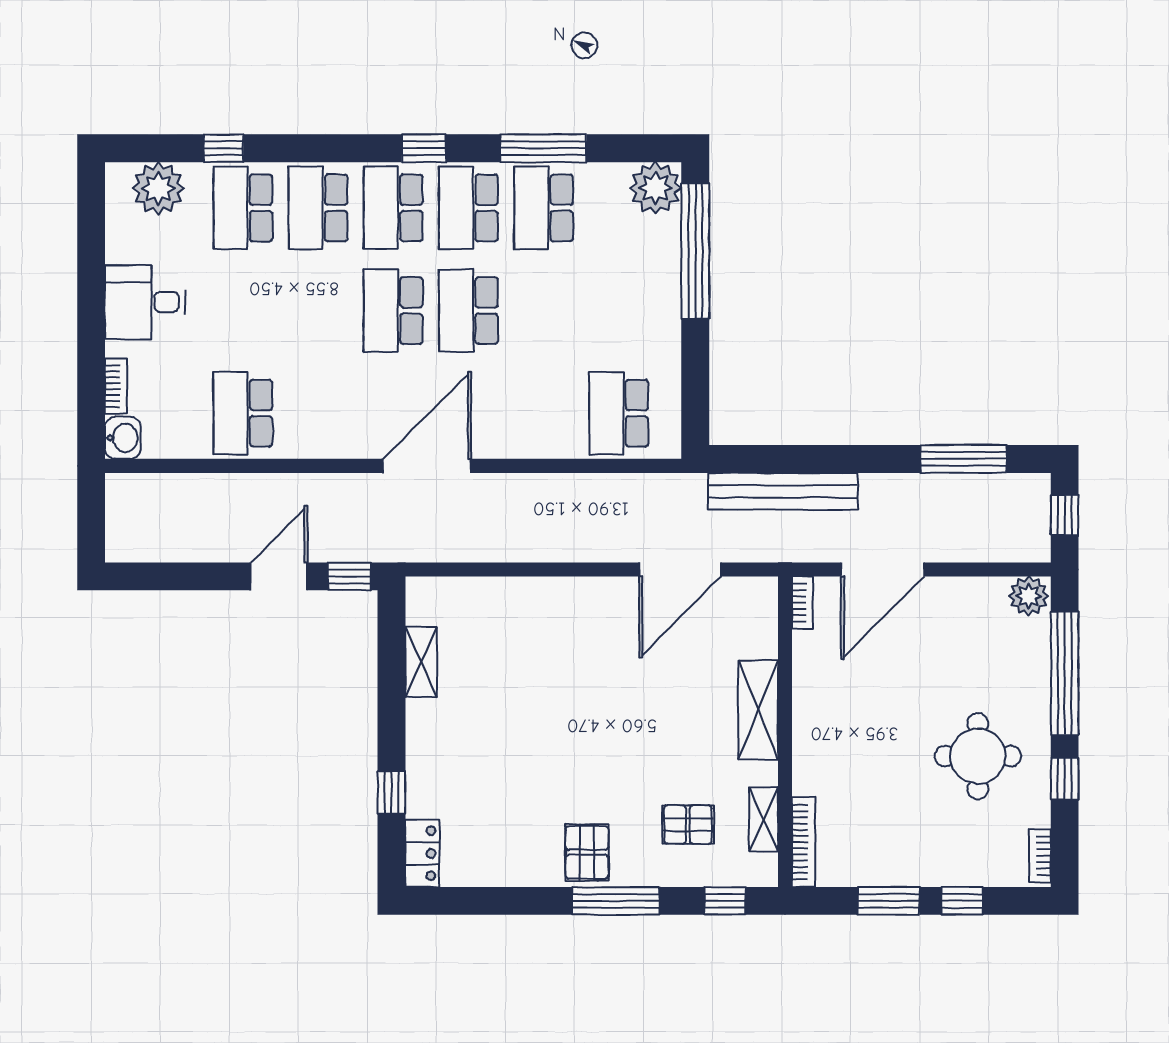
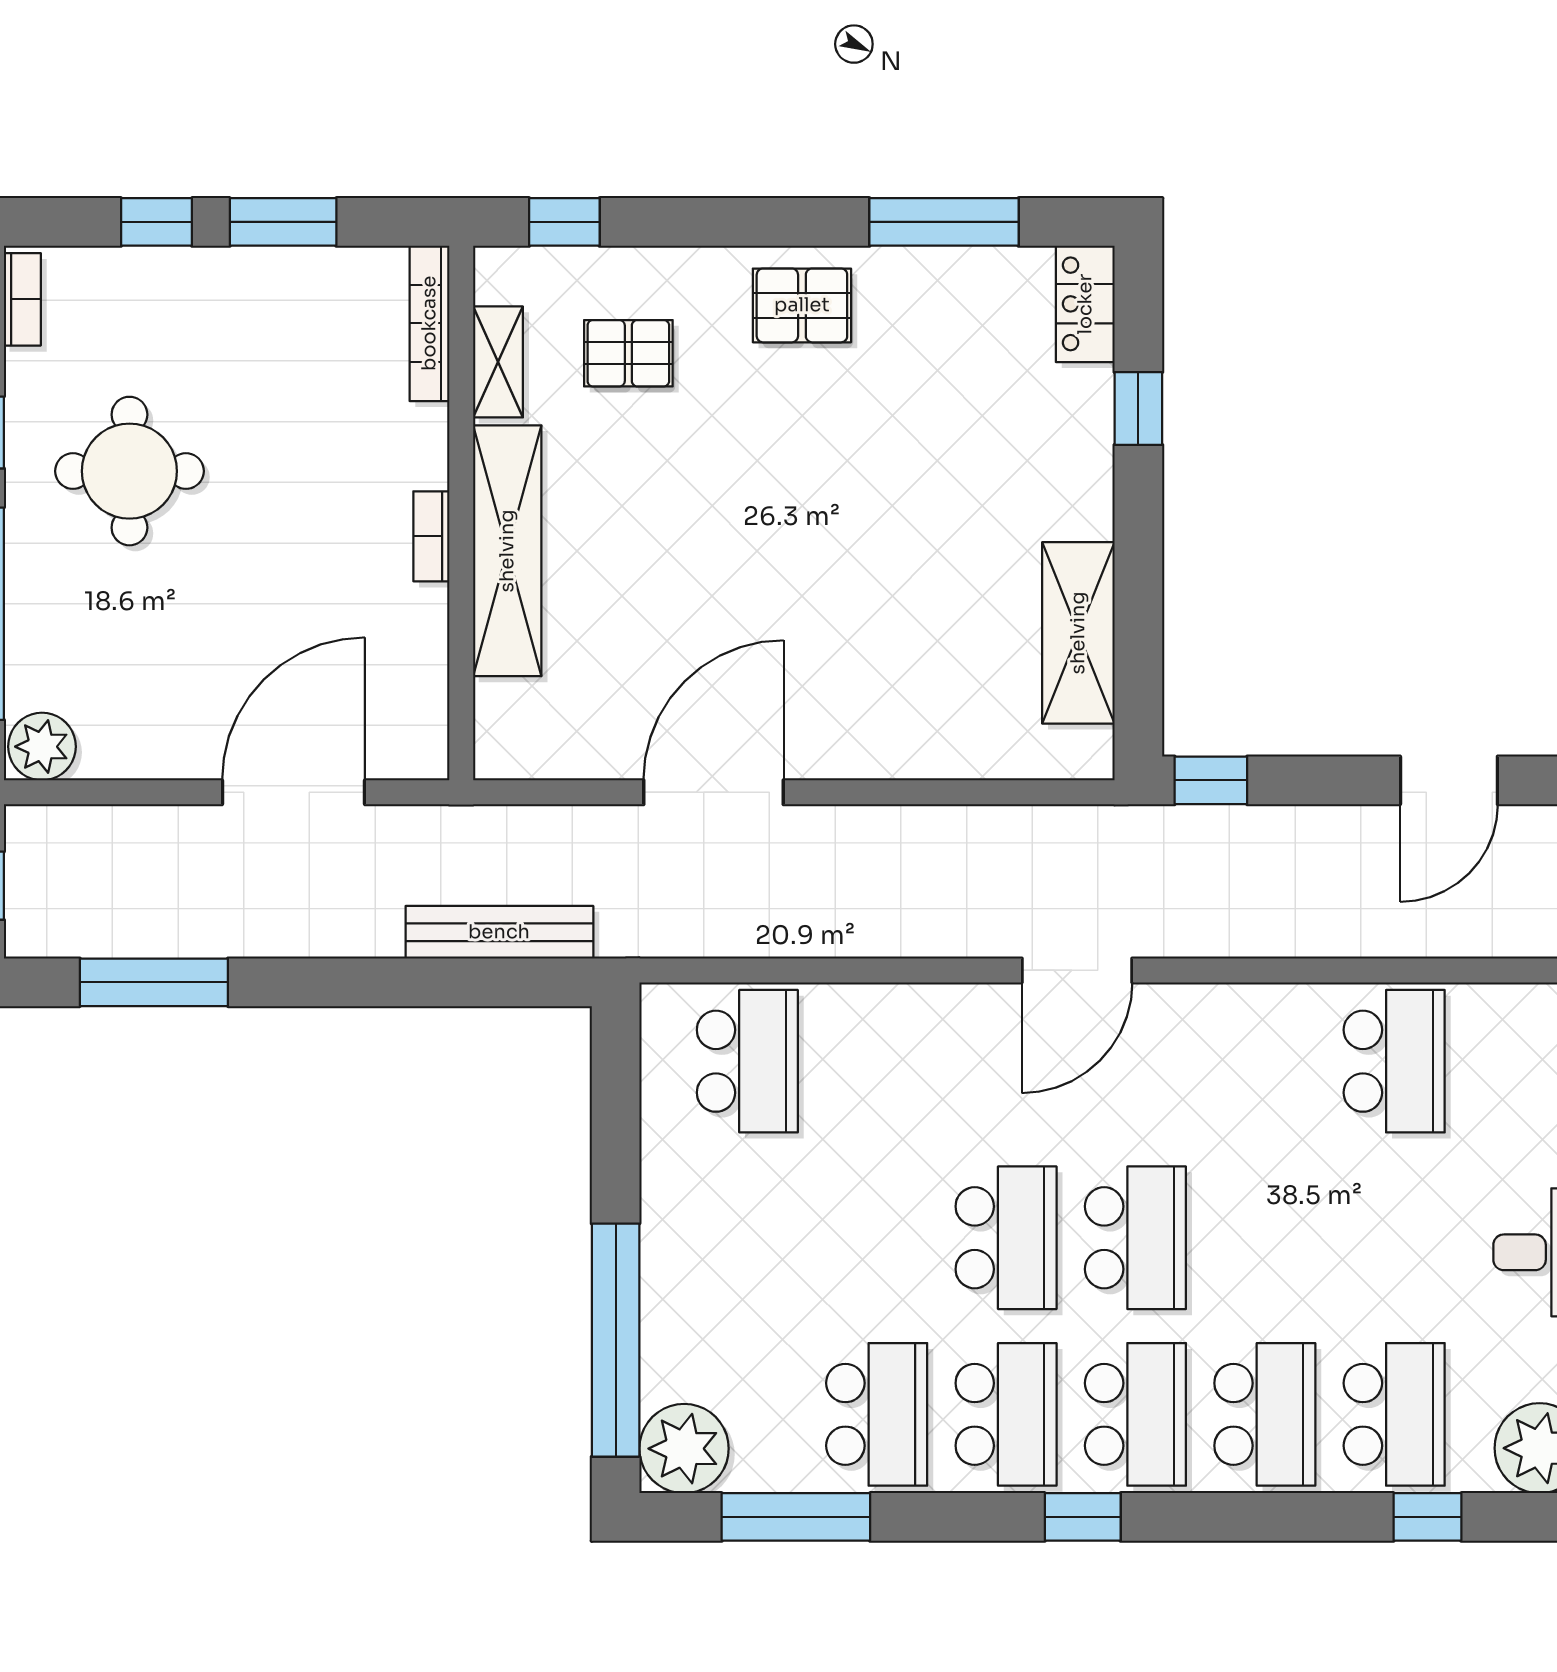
window: (543, 148) -> (796, 1517), moved
door: (427, 466) -> (1077, 970), width x0.73
bench: (783, 491) -> (499, 932), width x0.73, depth x0.82
door: (680, 569) -> (714, 792), moved
door: (279, 576) -> (1449, 780), moved
bookcase: (802, 603) -> (431, 536), moved
shelving: (421, 662) -> (1078, 633), width x1.50, depth x1.33
shelving: (758, 710) -> (507, 551), width x1.47
pallet: (587, 852) -> (802, 305), turned 90
window: (616, 901) -> (944, 222), moved

